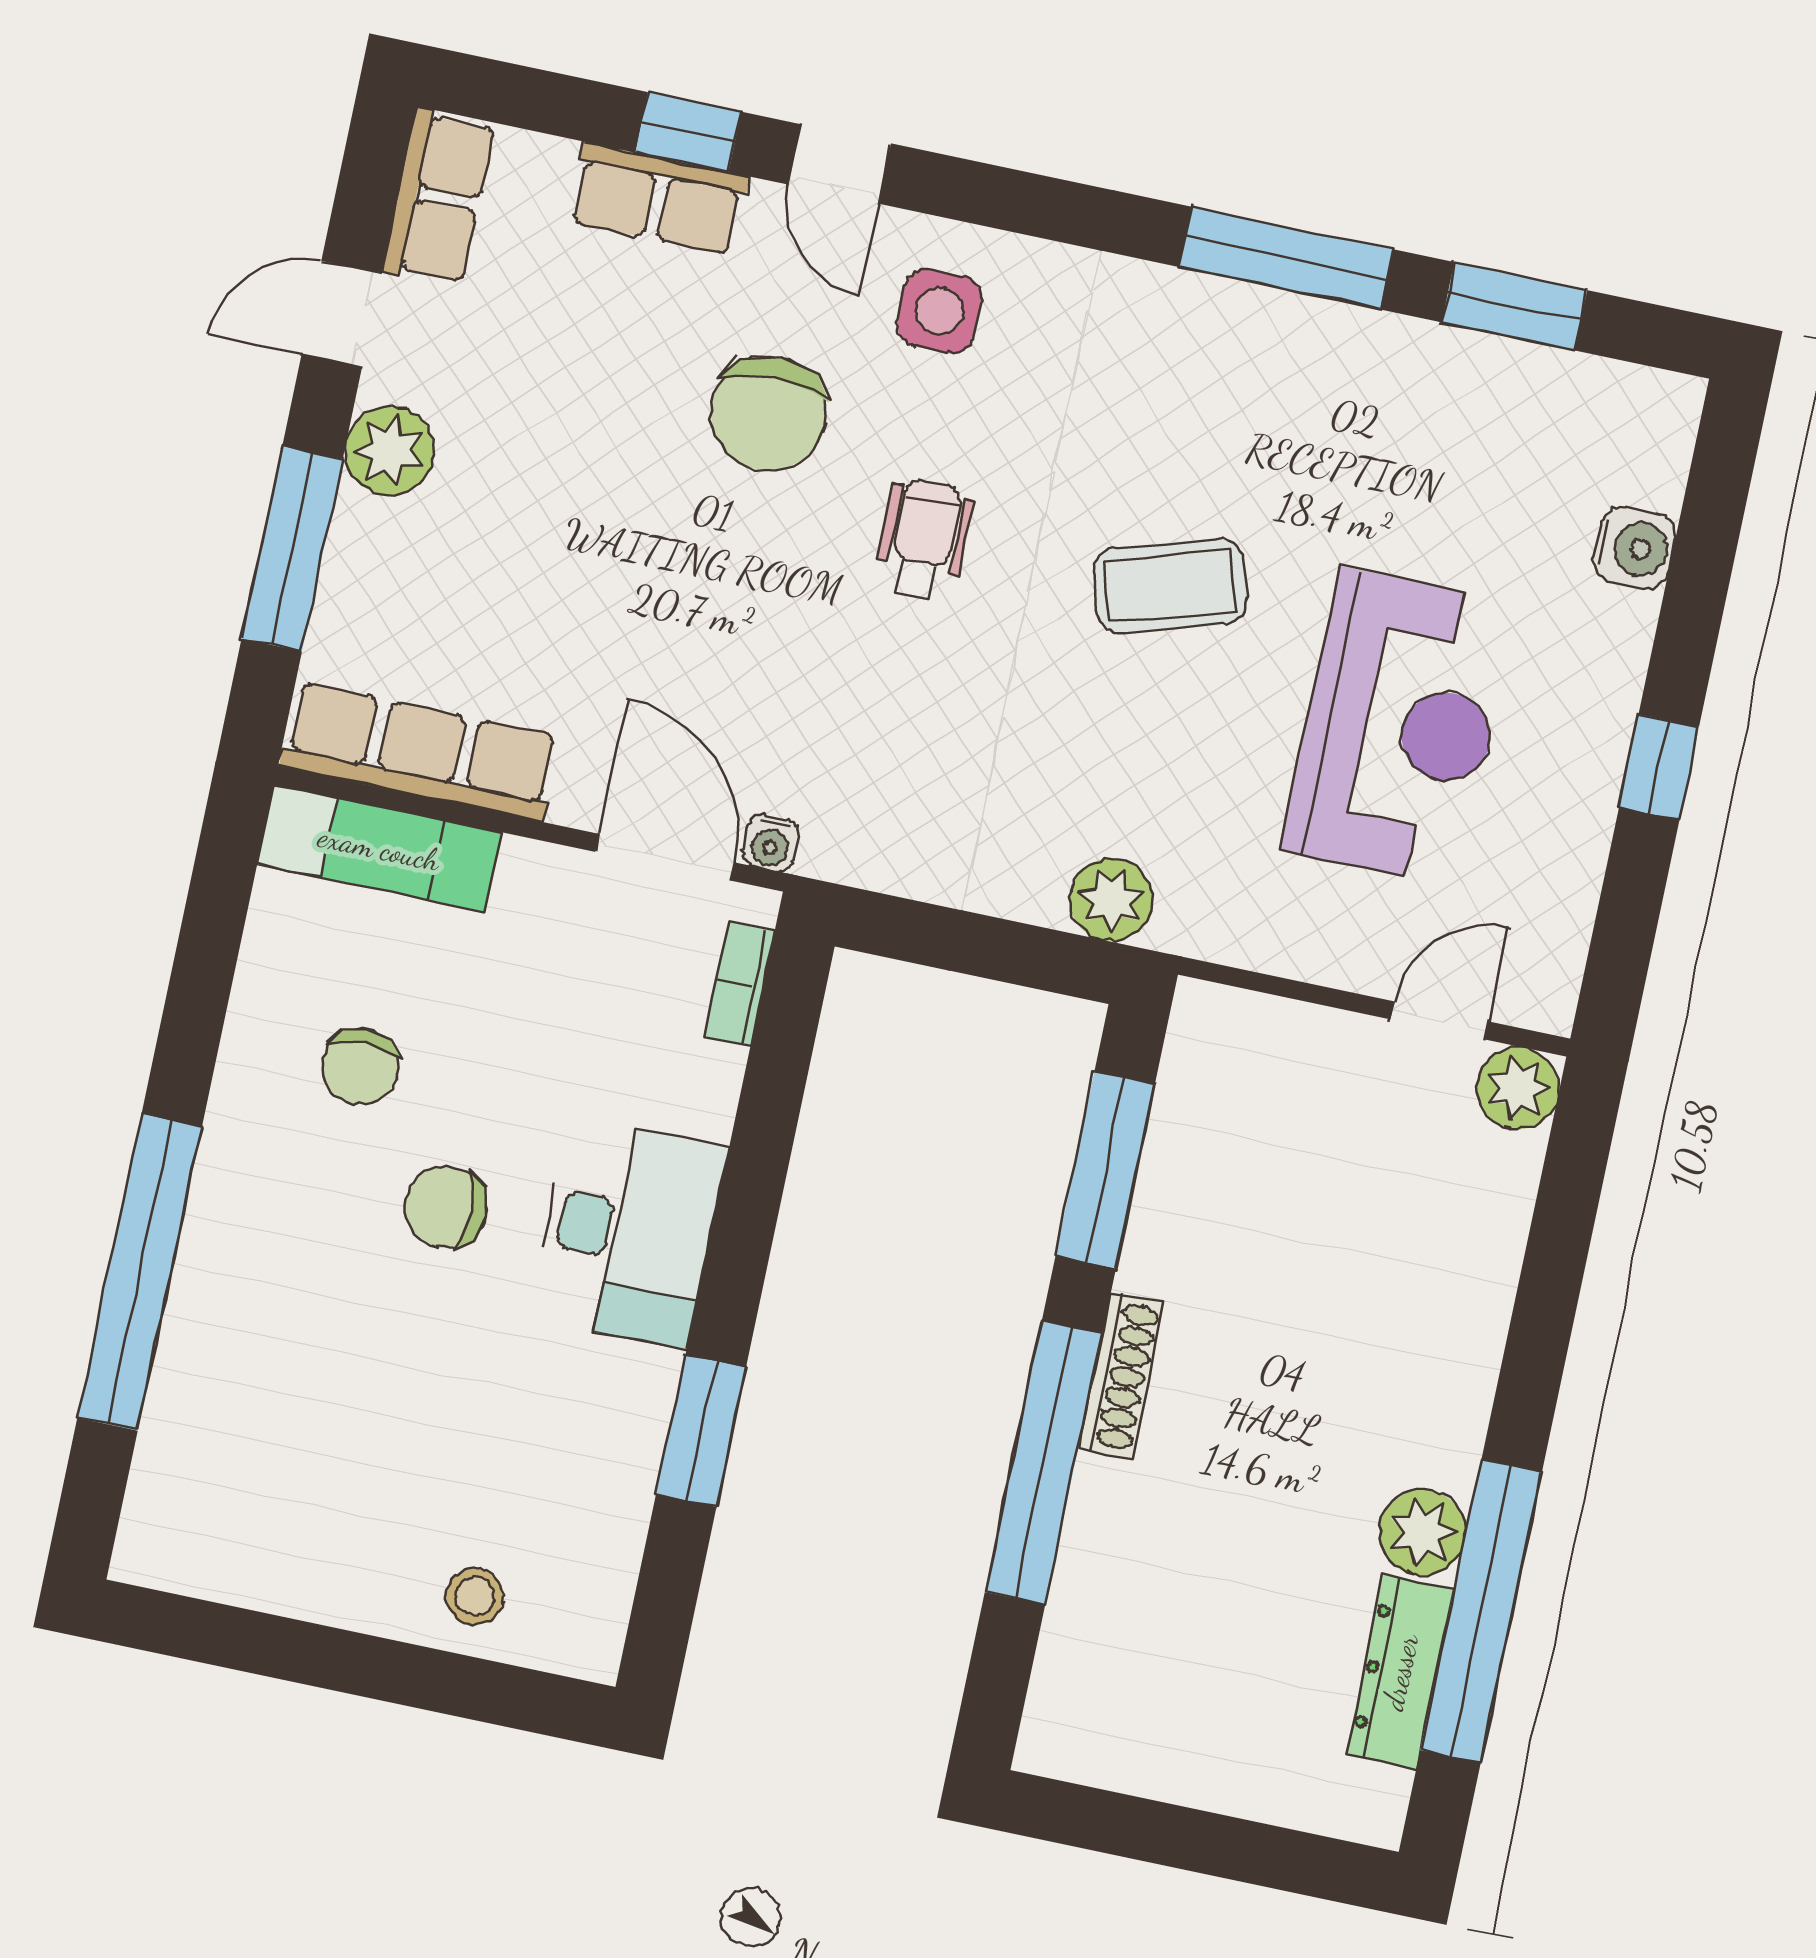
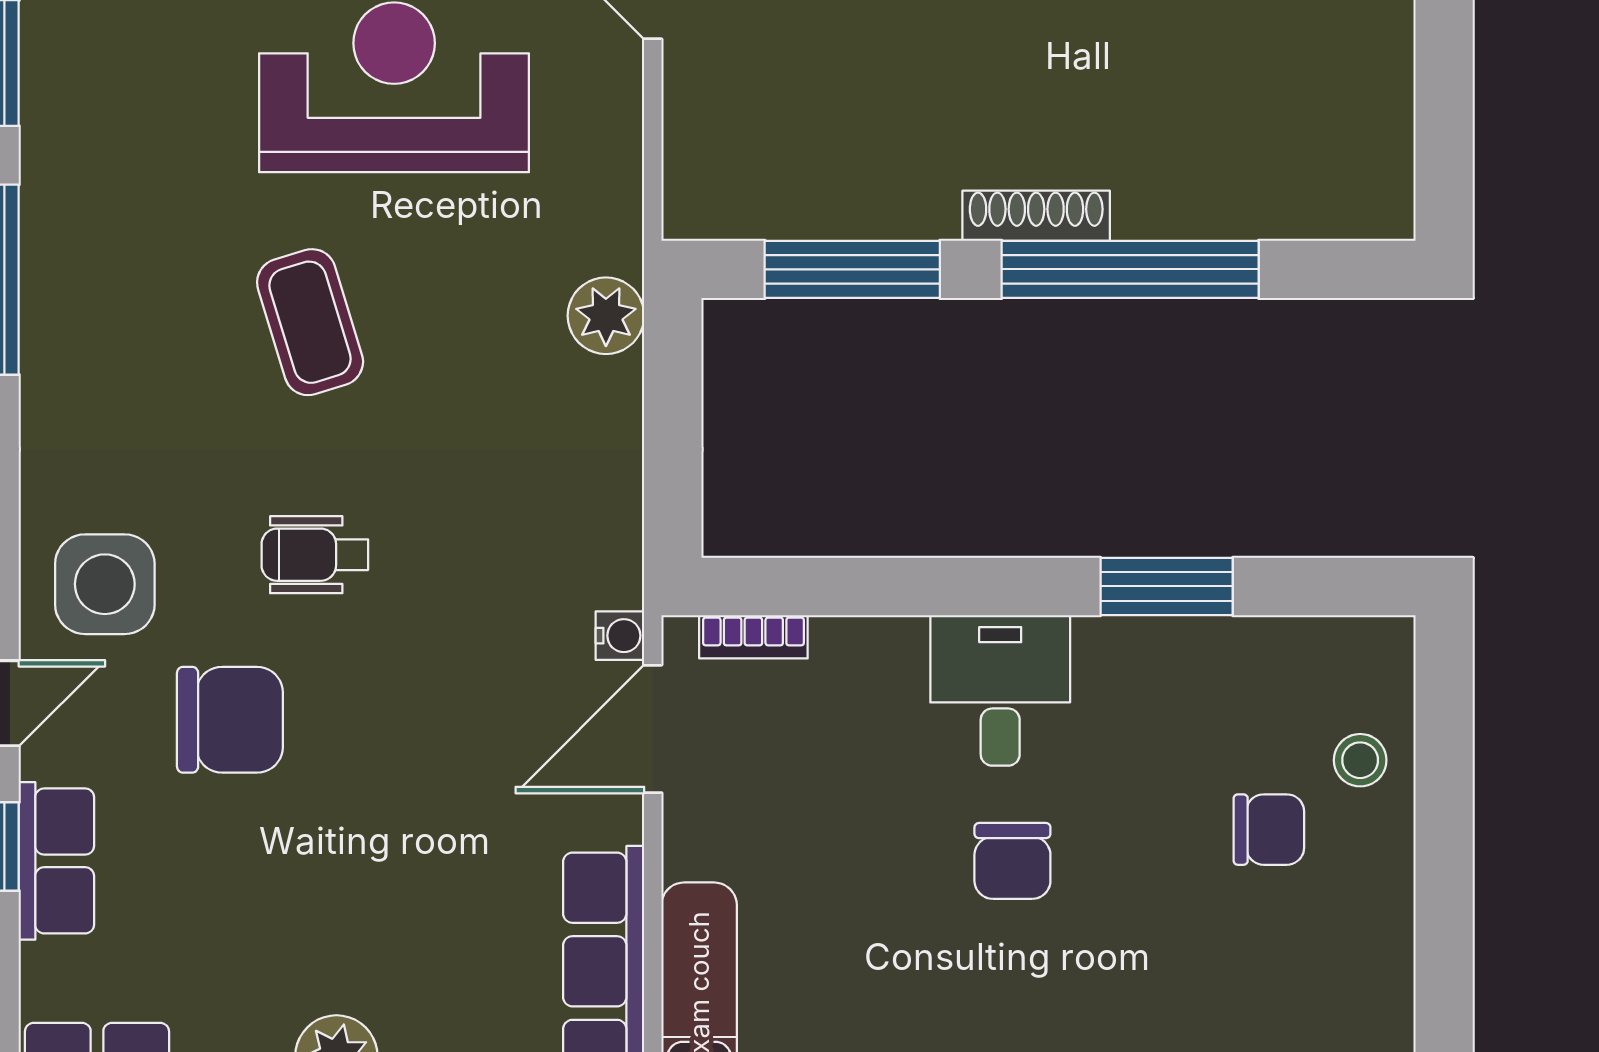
side table: (939, 311) -> (105, 584), width x1.37, depth x1.37
chair: (360, 1066) -> (1269, 830), moved
desk: (628, 1232) -> (1000, 690), width x0.73

